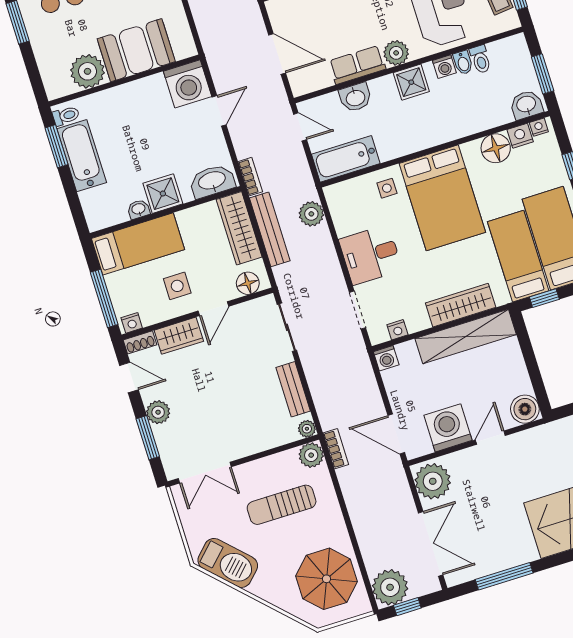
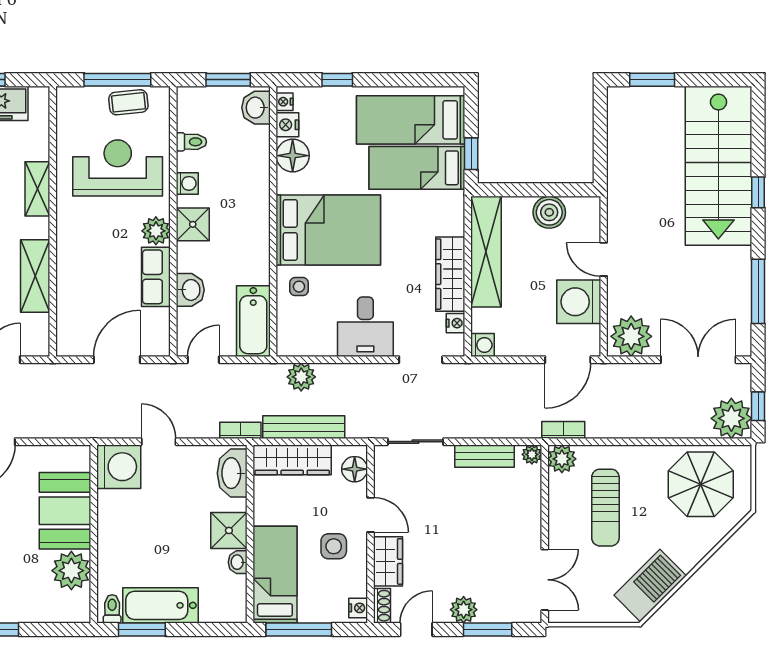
bidet: (463, 63) -> (189, 162), removed
window: (104, 298) -> (299, 629), moved
wardrobe: (461, 305) -> (450, 274), moved
boiler: (525, 409) -> (549, 212), moved

